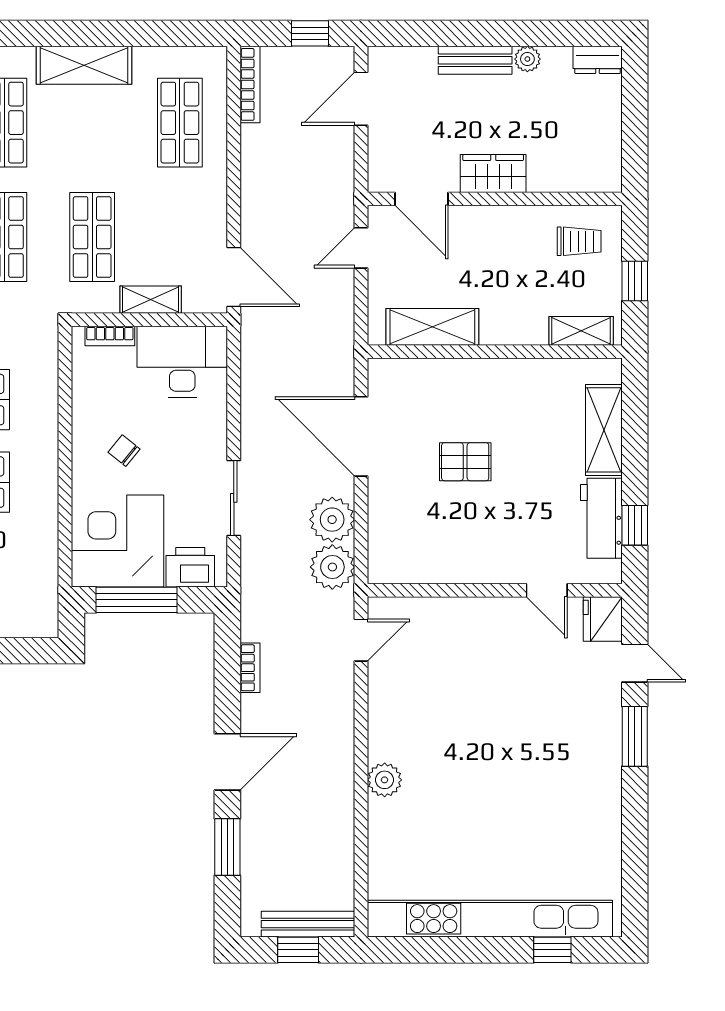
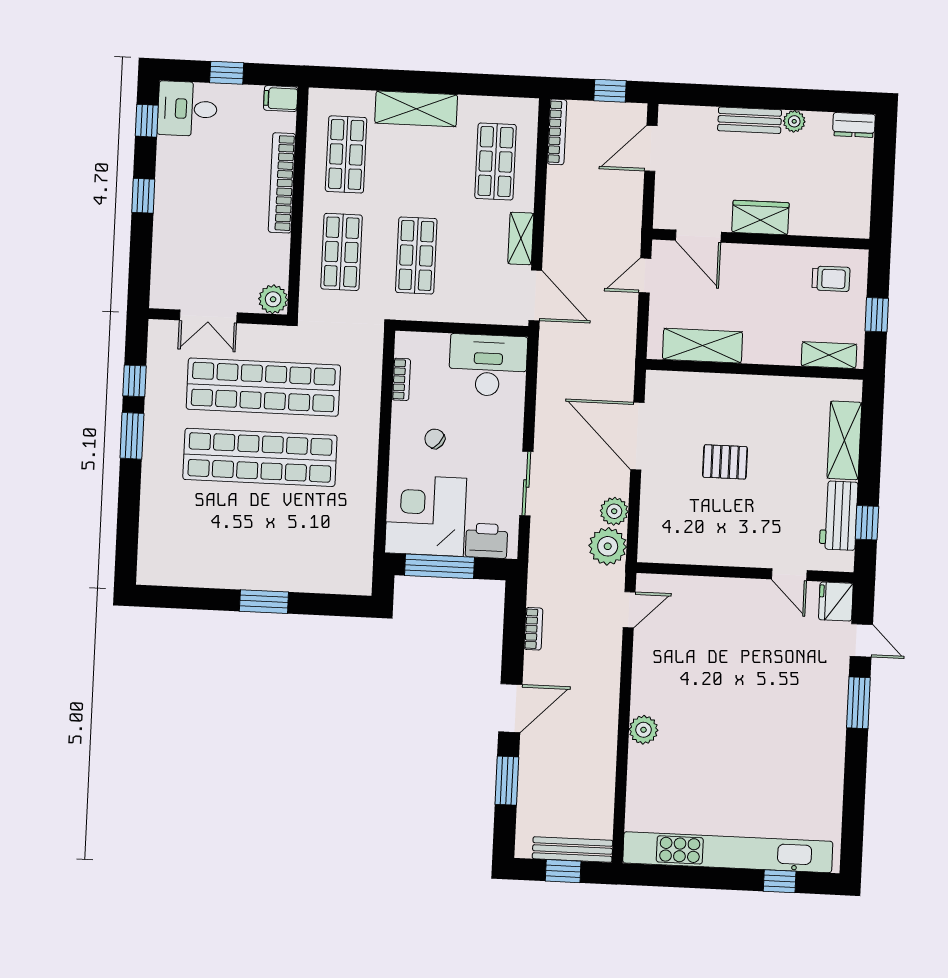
shelving: (151, 300) -> (521, 239), moved, turned 90
bookcase: (110, 336) -> (401, 379), moved, turned -90
plant: (332, 520) -> (614, 511), width x0.73, depth x0.73

